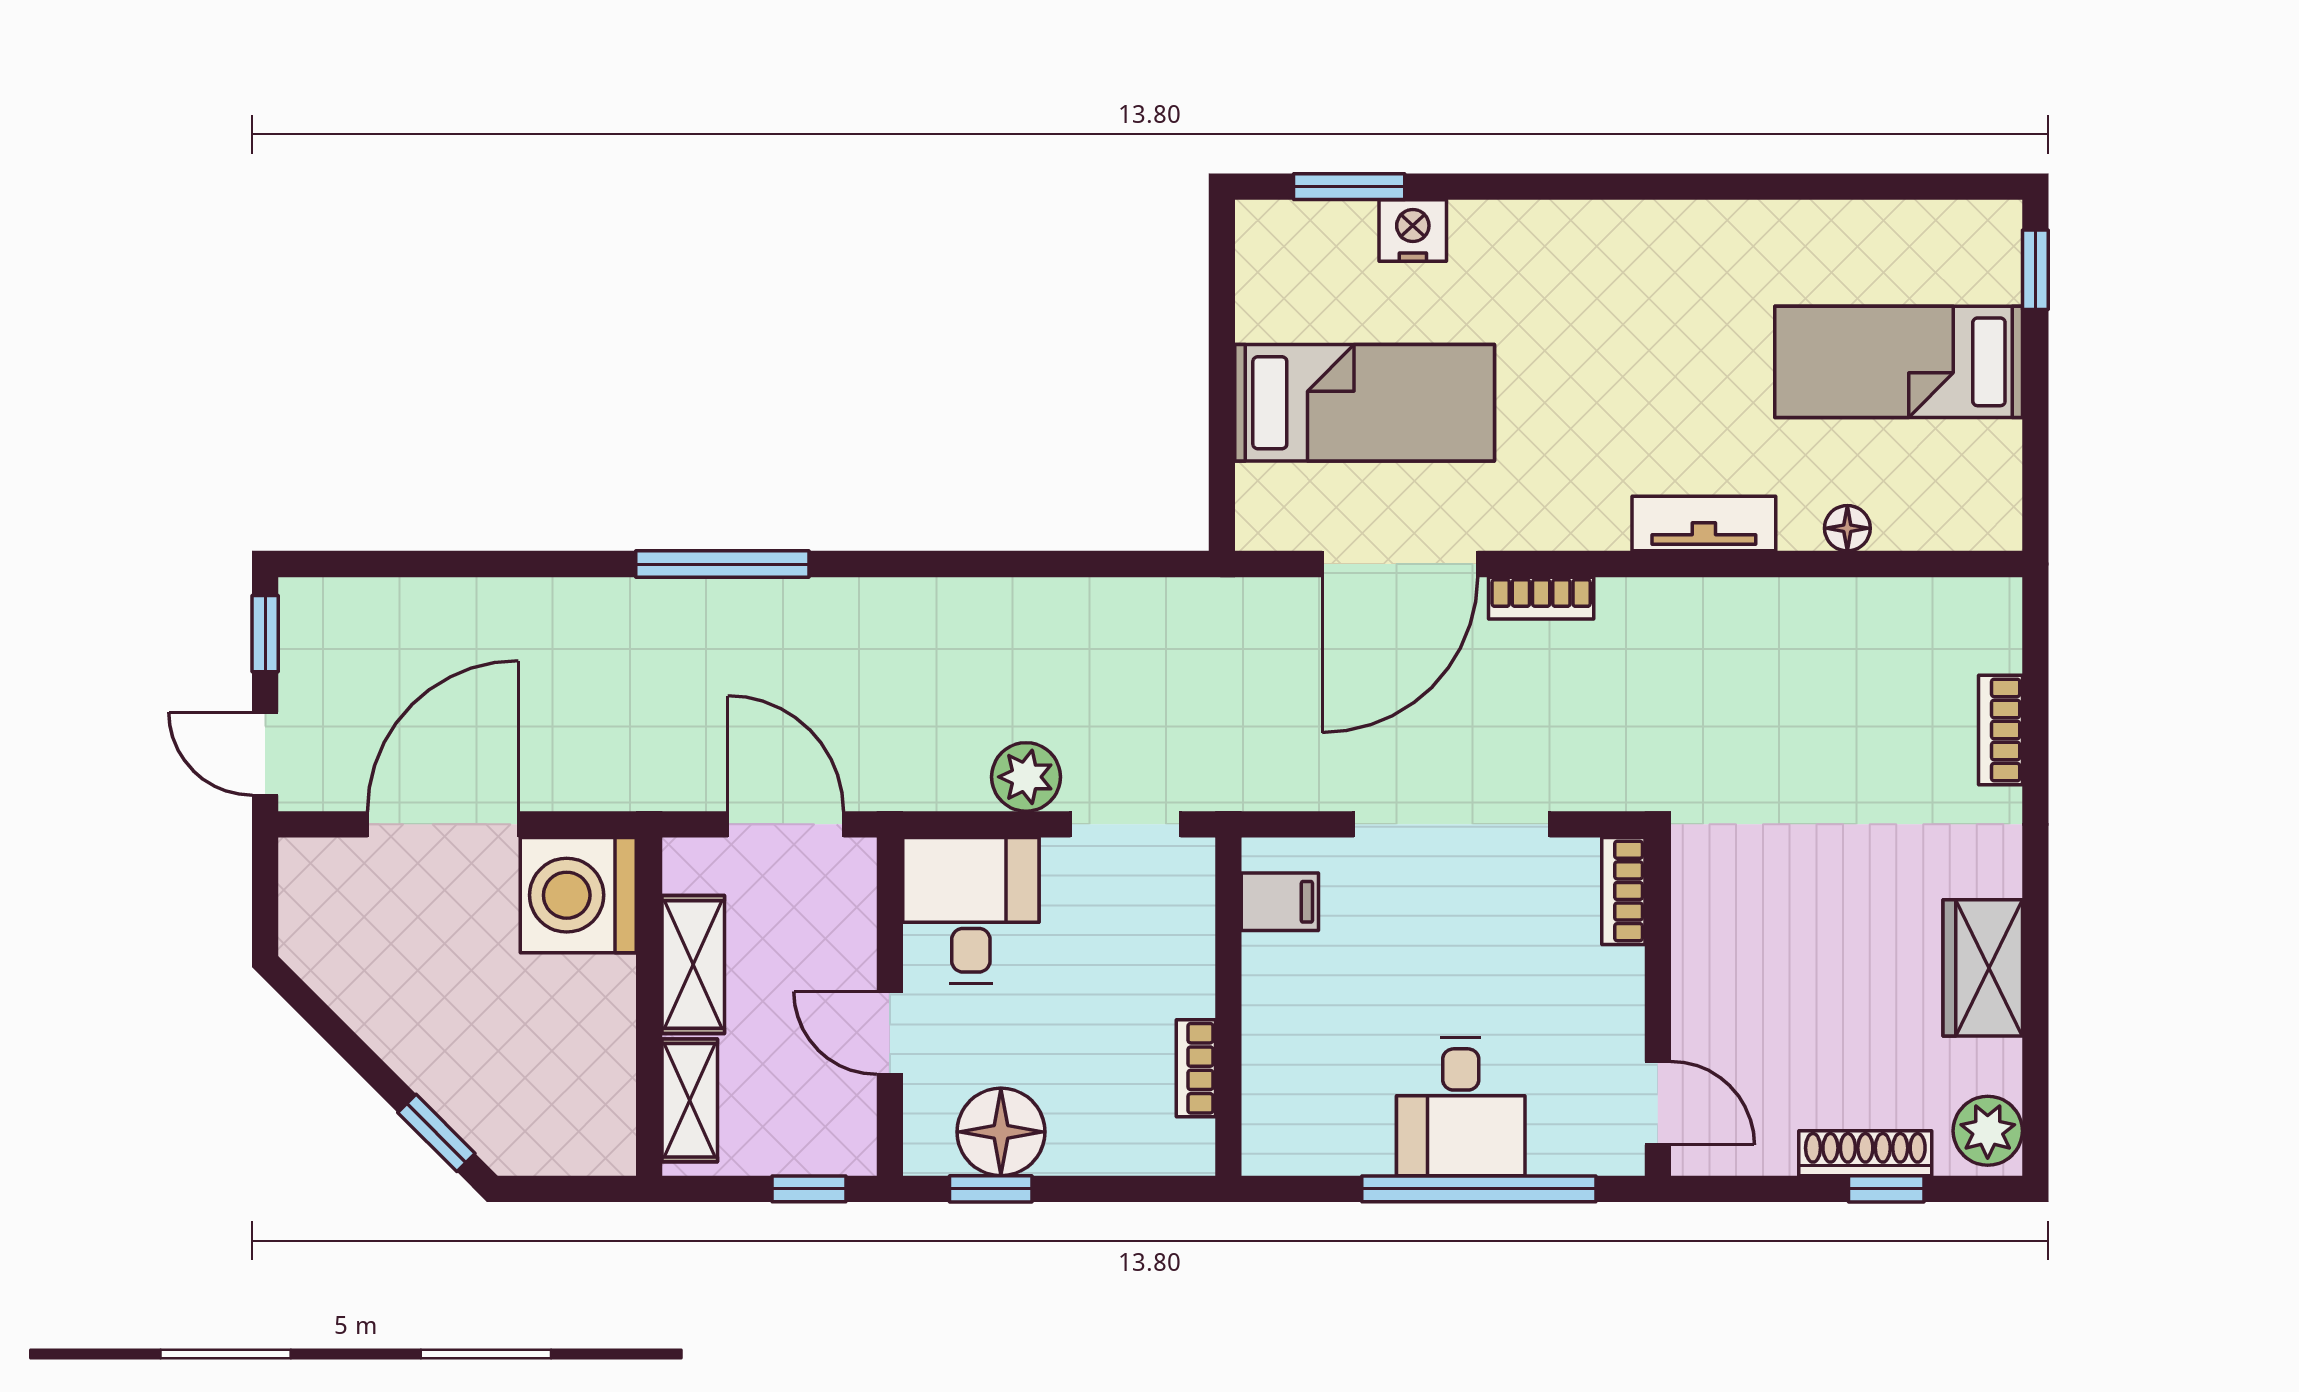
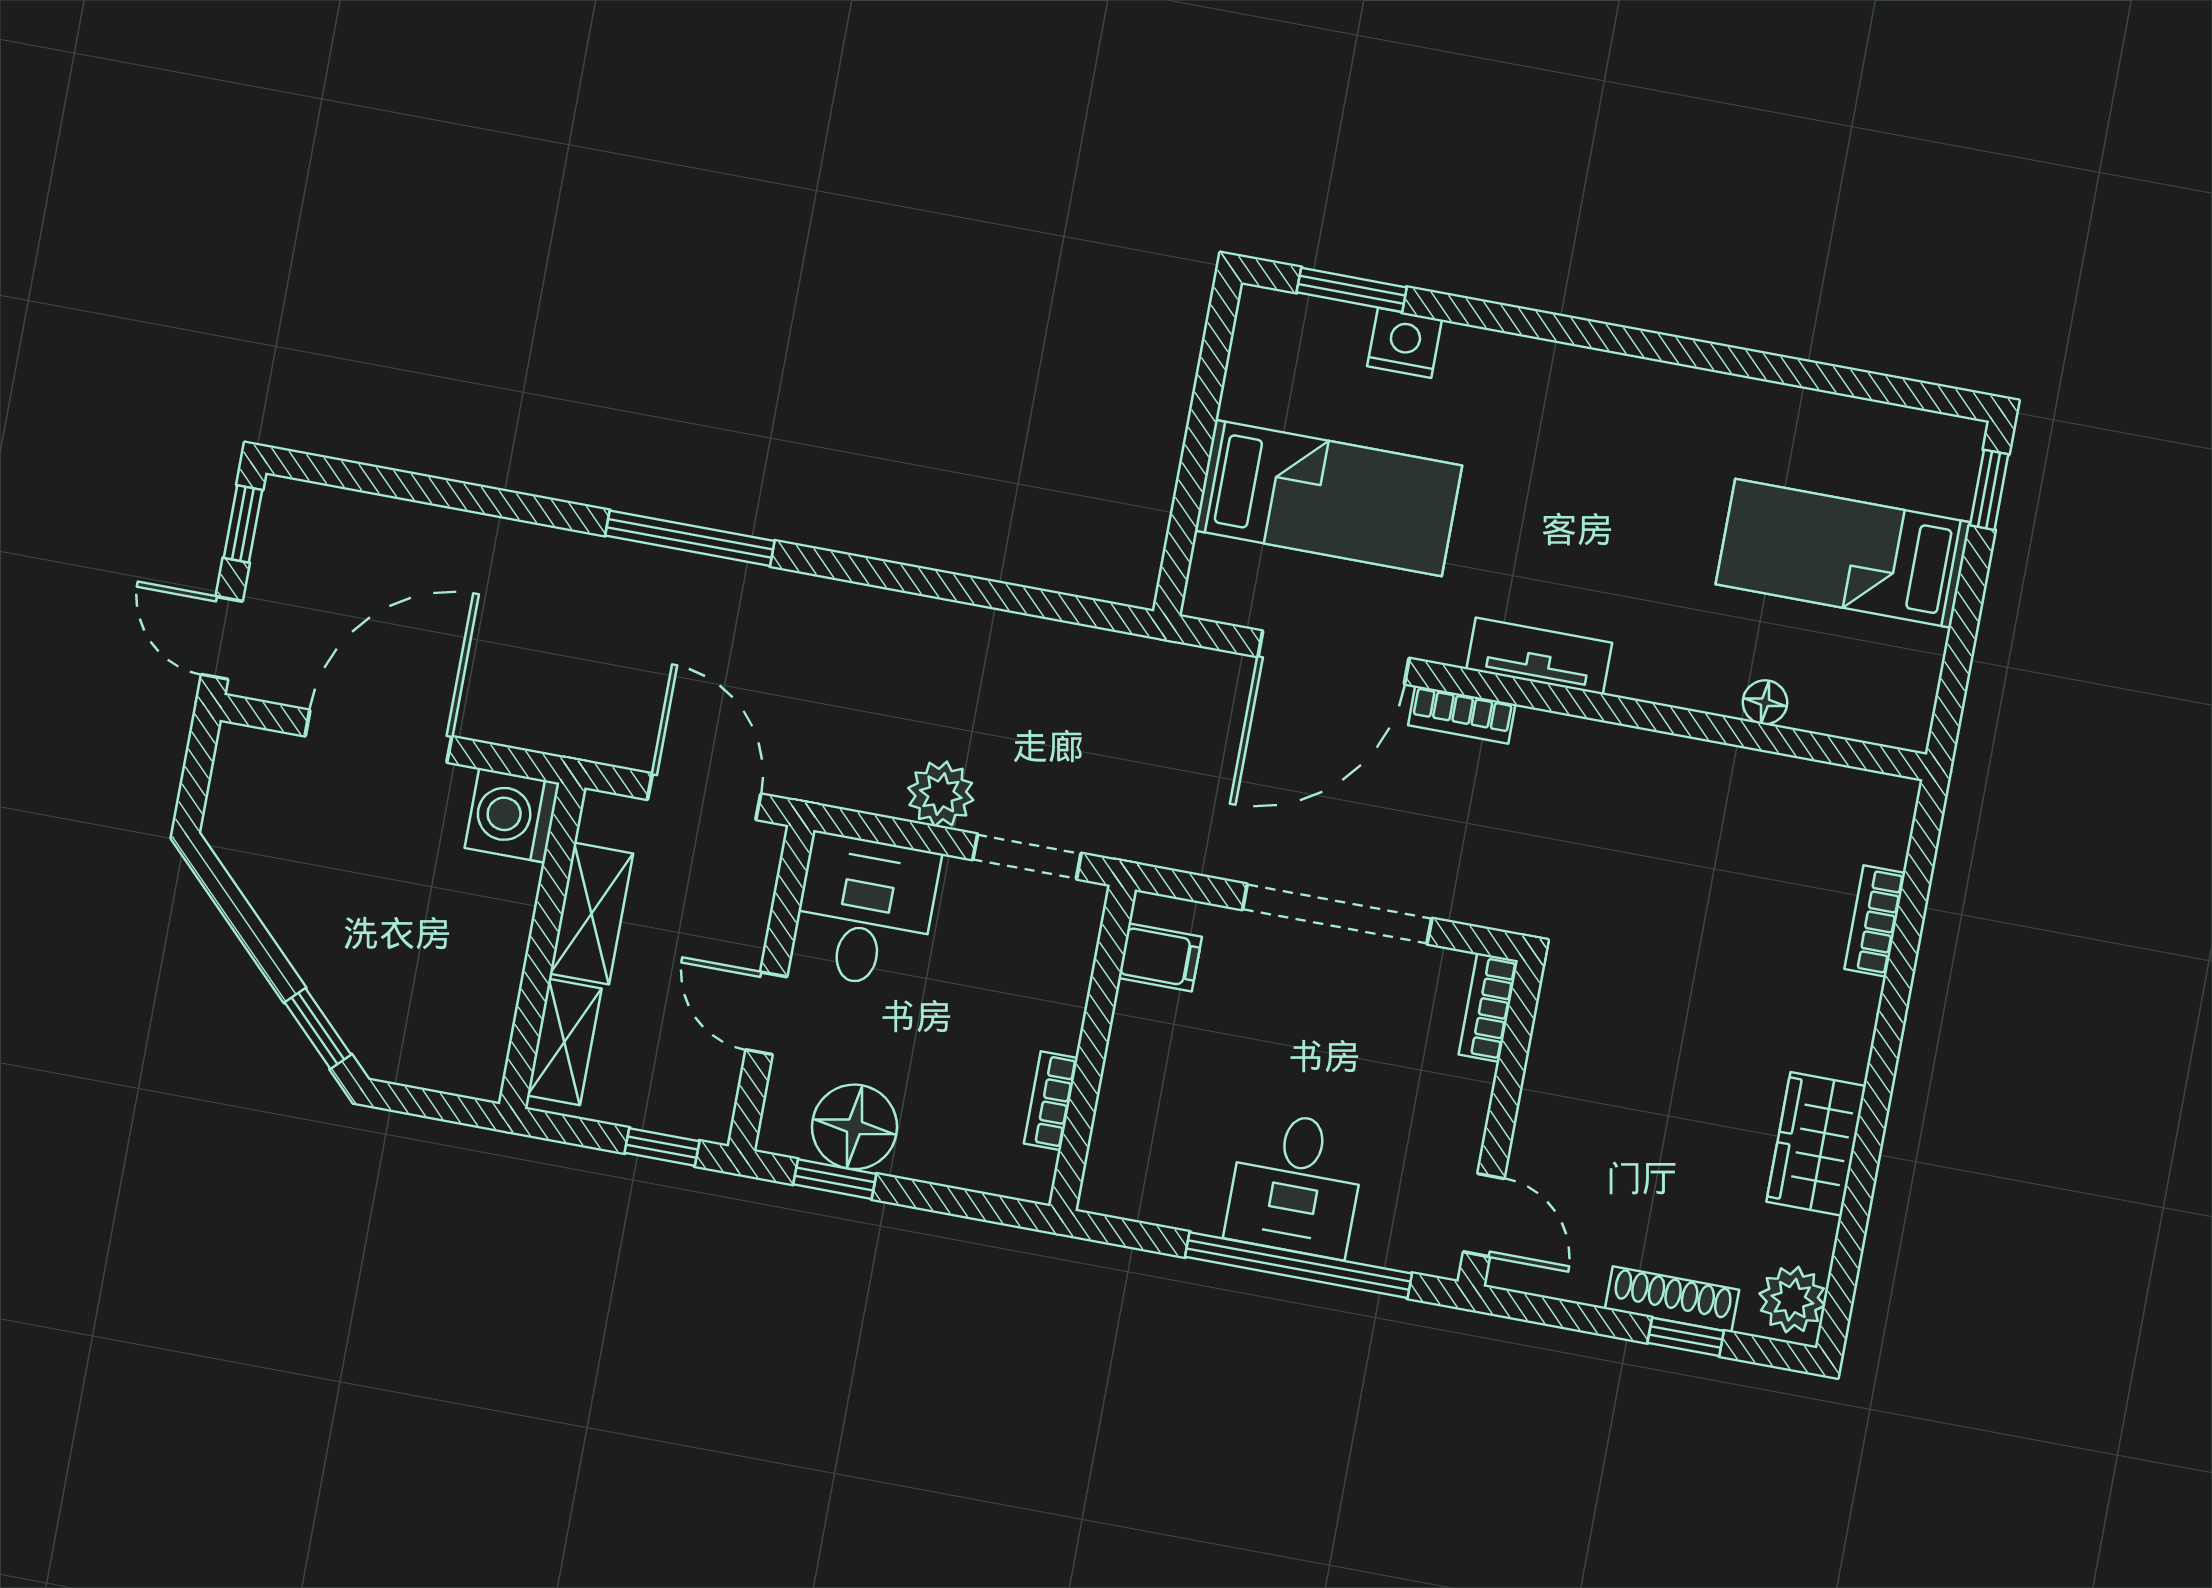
tv unit: (1704, 524) -> (1539, 656), moved
washing machine: (578, 895) -> (512, 815), width x0.73, depth x0.73

